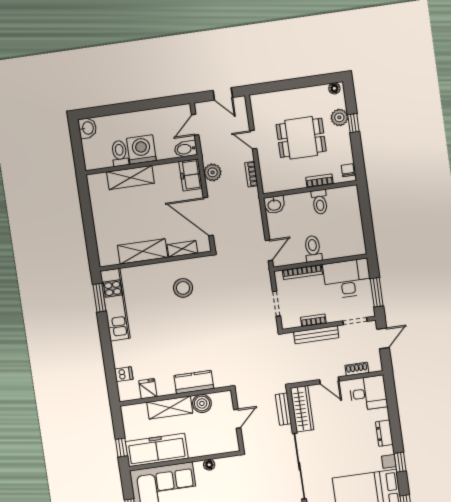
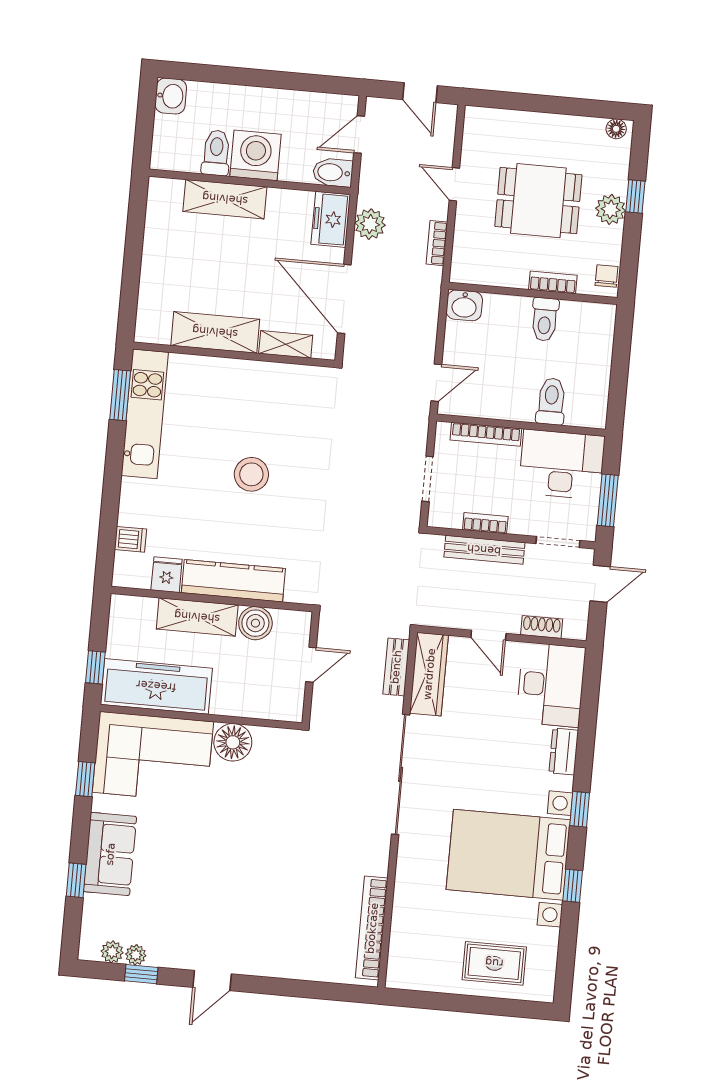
plant: (339, 117) -> (611, 209), moved
toilet: (313, 249) -> (551, 401), moved
stool: (183, 288) -> (251, 474), moved
kitchen counter: (194, 382) -> (233, 581), width x1.50
desk: (368, 393) -> (551, 685), width x1.37
floor lamp: (209, 465) -> (233, 742), width x1.89, depth x1.89

